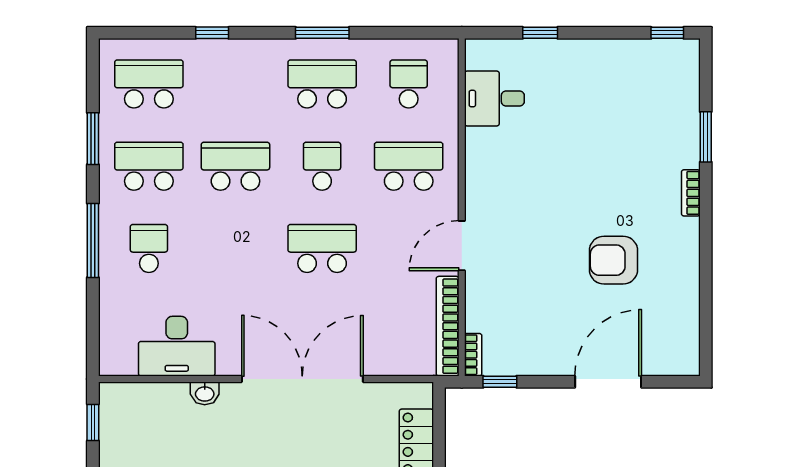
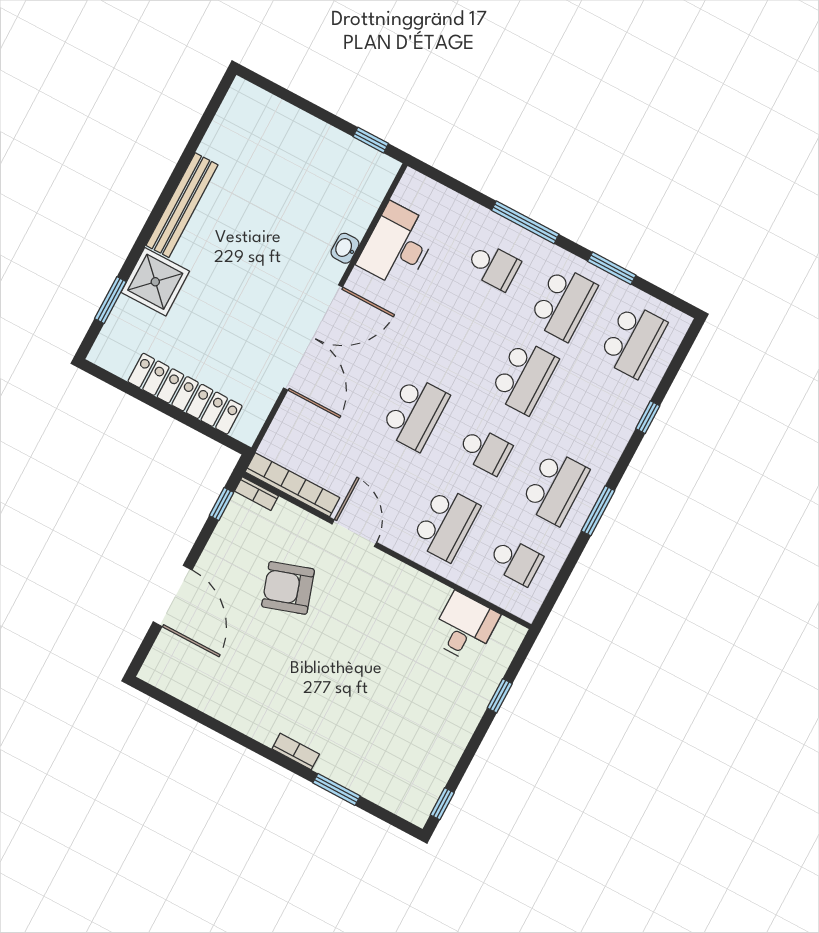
armchair: (613, 260) -> (288, 588), moved, turned -108

